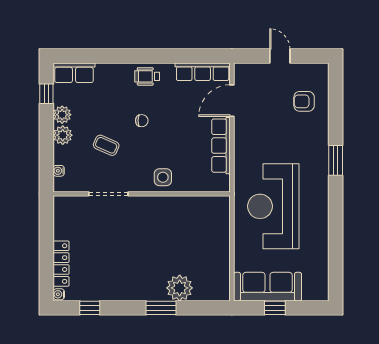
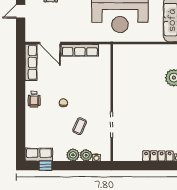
row of seats: (74, 73) -> (39, 155), moved, turned -90
plant: (62, 115) -> (86, 155), moved
side table: (163, 177) -> (101, 89), removed

